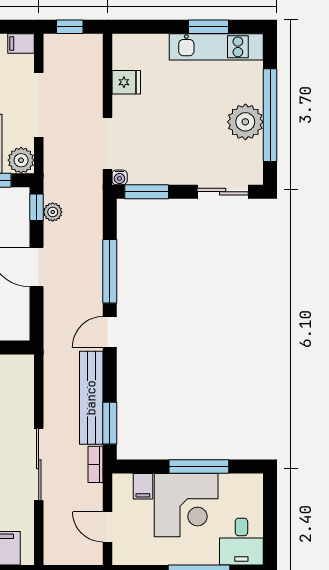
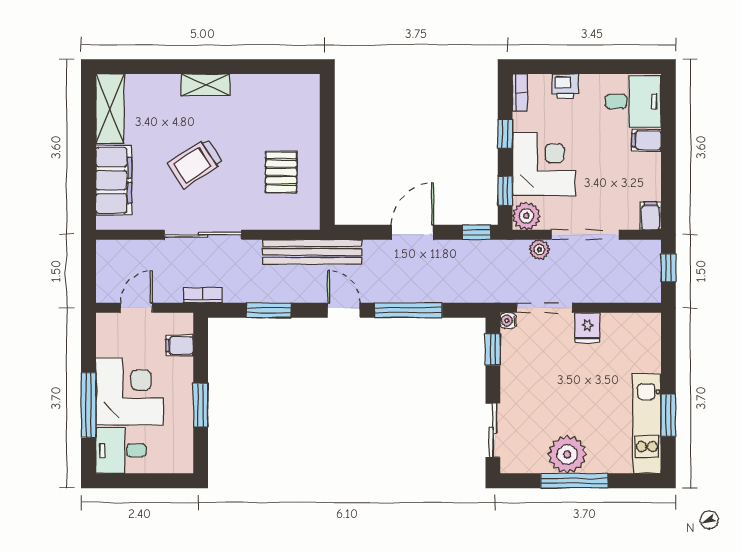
fridge: (126, 82) -> (587, 328), moved
window: (270, 115) -> (574, 481), width x0.68
window: (147, 192) -> (493, 349), width x0.67
plant: (53, 212) -> (539, 250), moved
bench: (91, 398) -> (312, 252), moved
window: (110, 423) -> (269, 310), moved
window: (199, 467) -> (201, 405), width x0.69
corner desk: (186, 505) -> (130, 391), moved, turned 180

